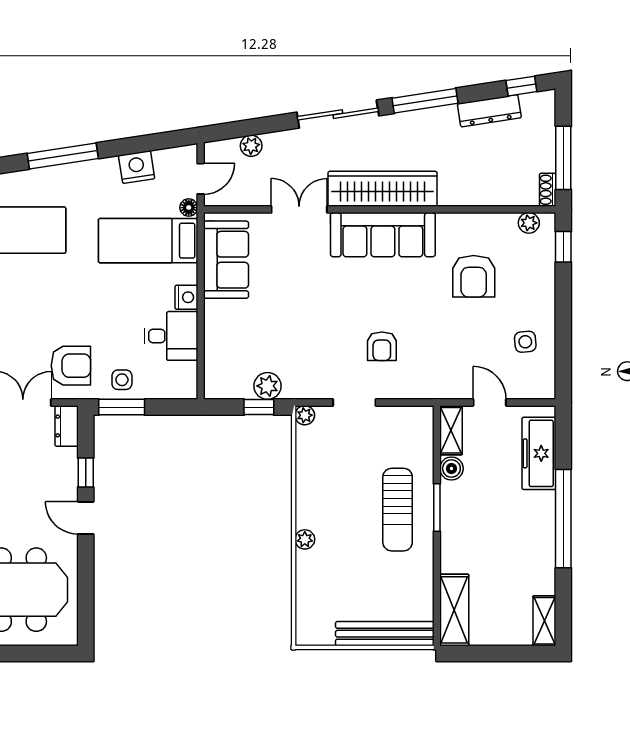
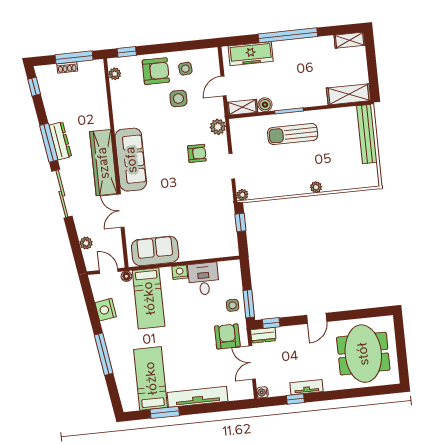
dresser: (489, 111) -> (60, 141), moved
shoe rack: (548, 190) -> (67, 67), moved
armchair: (474, 276) -> (156, 71), moved
side table: (477, 325) -> (178, 99), added
plant: (267, 386) -> (218, 127), moved
window: (86, 473) -> (271, 323), moved
sun lounger: (398, 510) -> (293, 134), turned 180

